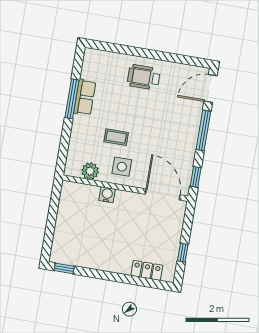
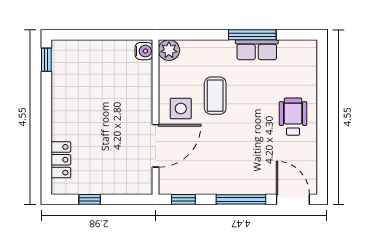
coffee table: (116, 137) -> (215, 96), width x1.36, depth x1.30
plant: (90, 171) -> (169, 50), moved
door: (163, 194) -> (156, 146), moved
water cooler: (107, 195) -> (144, 51), moved

